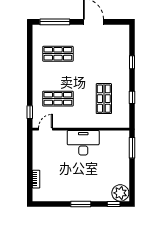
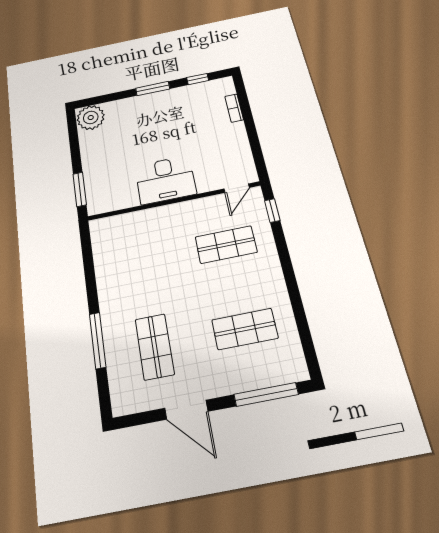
window: (132, 62) -> (98, 340), width x2.17
window: (132, 97) -> (90, 274), removed
shop shelf: (104, 99) -> (155, 347), moved
window: (114, 204) -> (198, 79), moved

